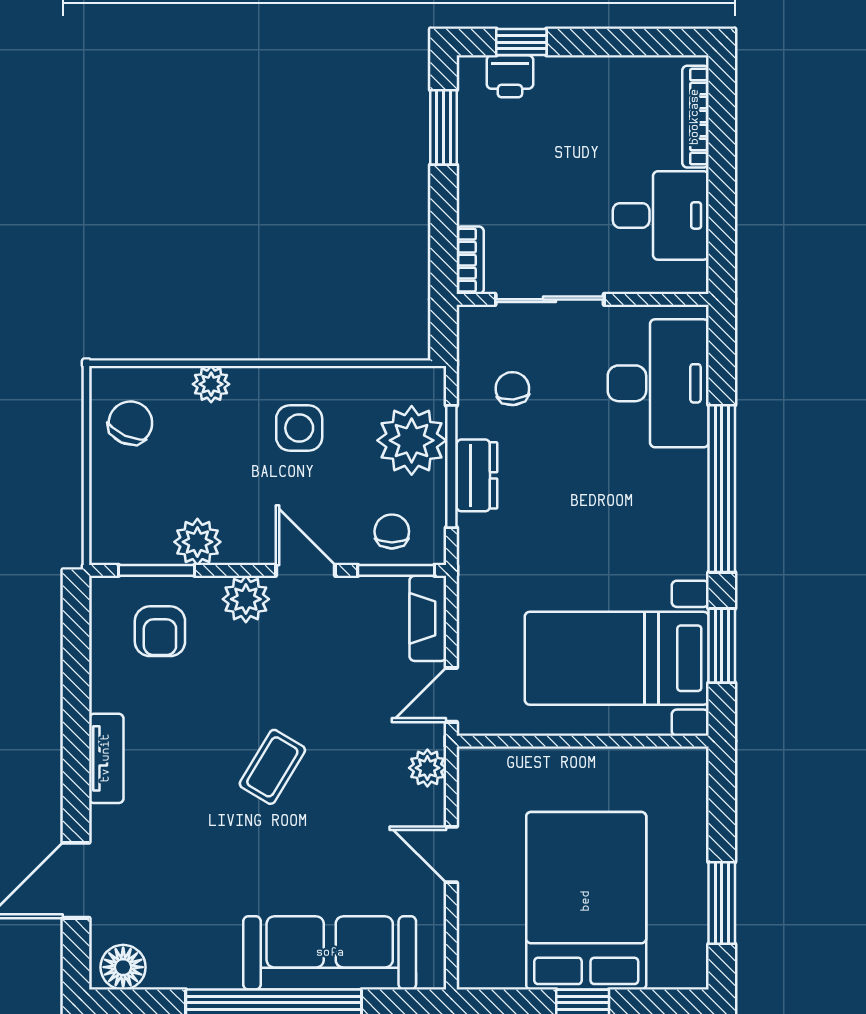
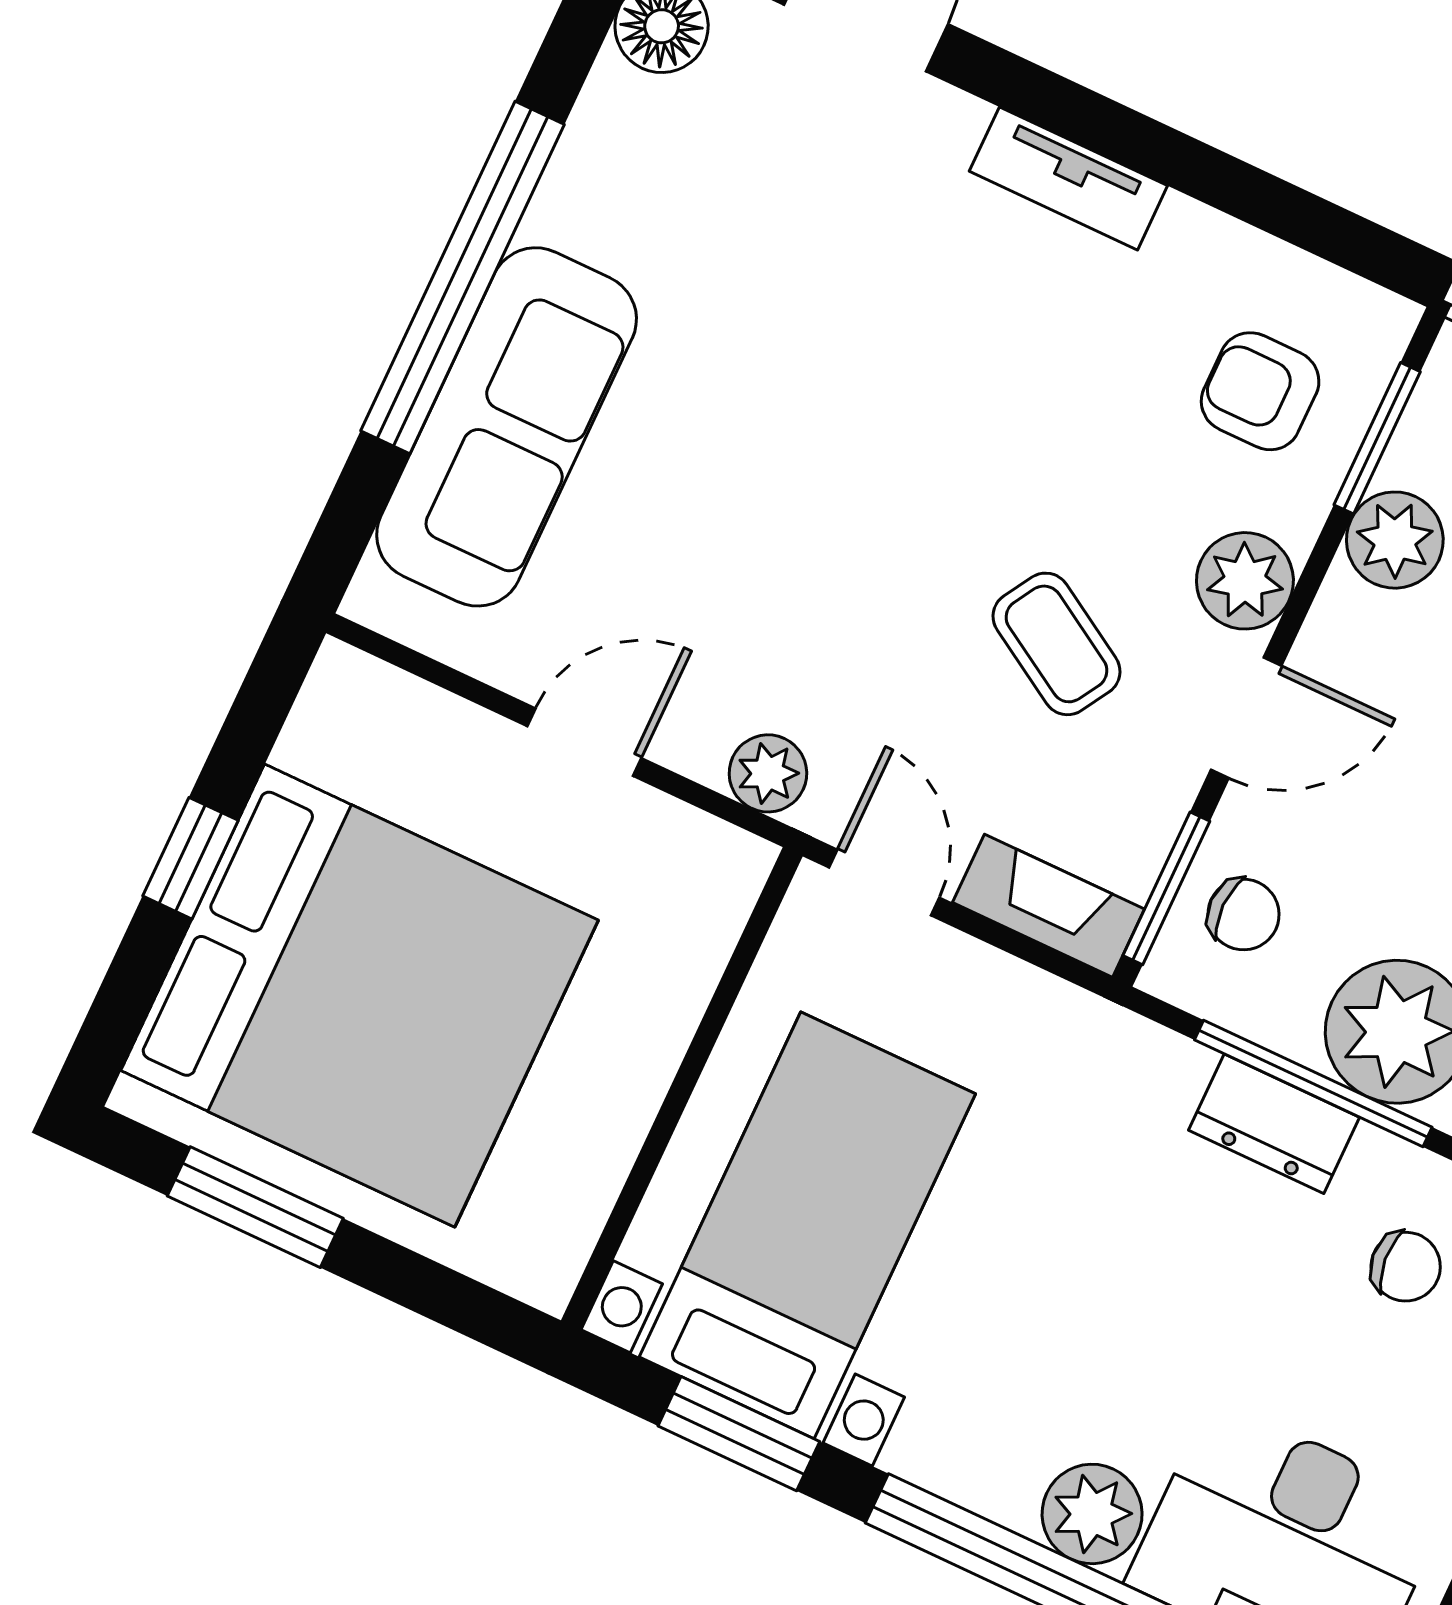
plant: (685, 475) -> (1092, 1514), added
coffee table: (272, 767) -> (1057, 644), moved
bed: (586, 901) -> (360, 996), width x1.36

